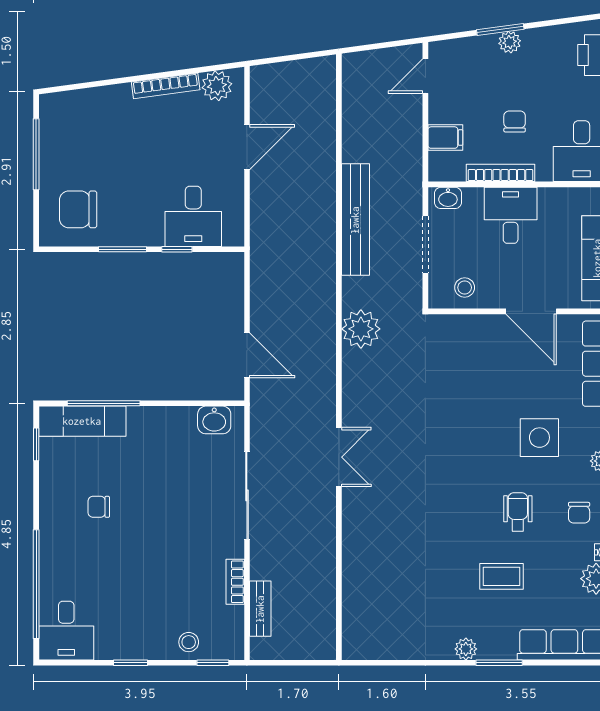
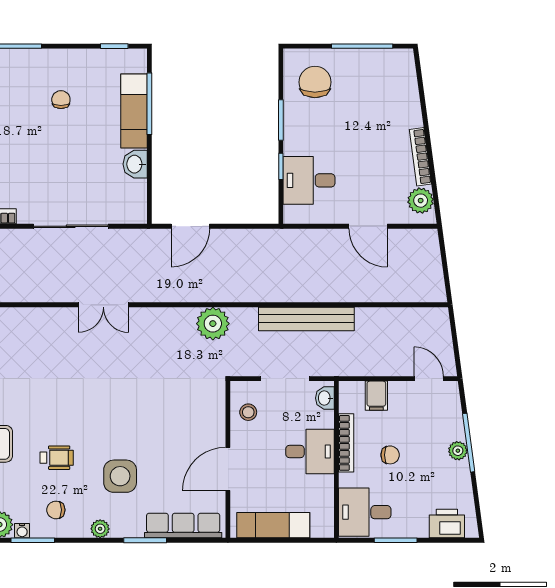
window: (500, 29) -> (469, 443), width x1.44
washbasin: (214, 420) -> (135, 164), moved
exam couch: (82, 421) -> (134, 111), moved

